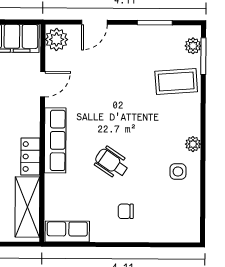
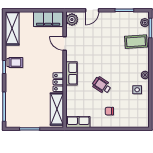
door: (43, 84) -> (65, 43), swing flipped
row of seats: (55, 140) -> (71, 73), width x0.68

